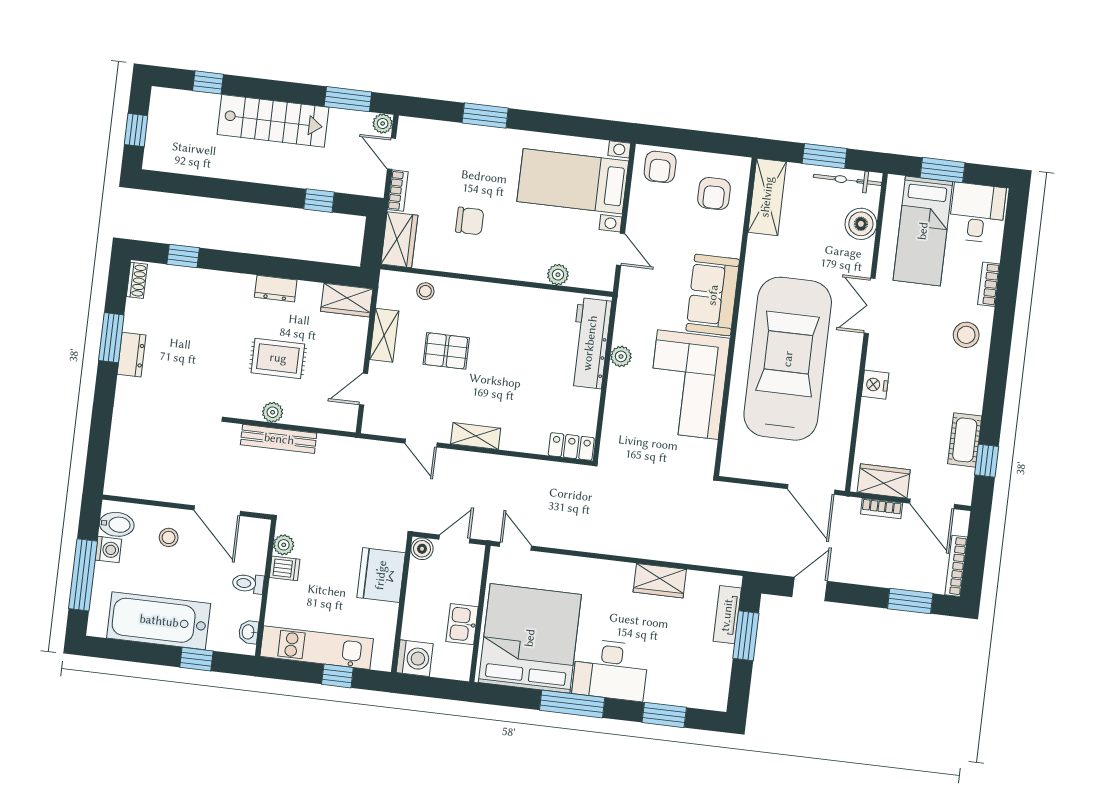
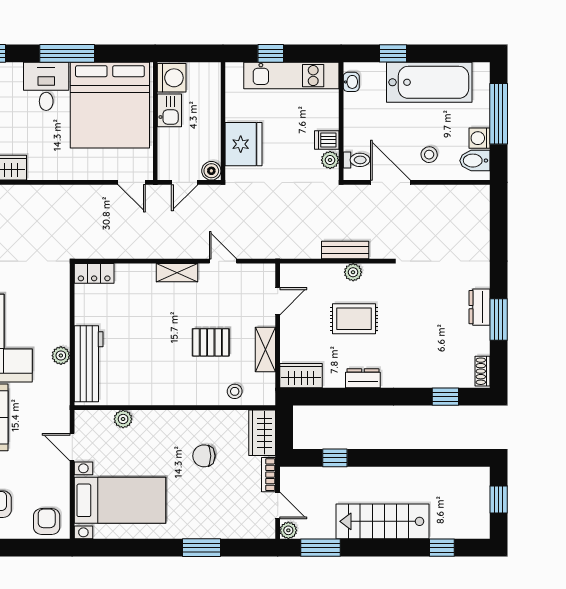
bench: (279, 439) -> (345, 250), width x0.73
toilet: (248, 584) -> (356, 160), moved
washing machine: (415, 658) -> (172, 78), moved, turned 180
desk: (610, 670) -> (46, 86), width x0.73

